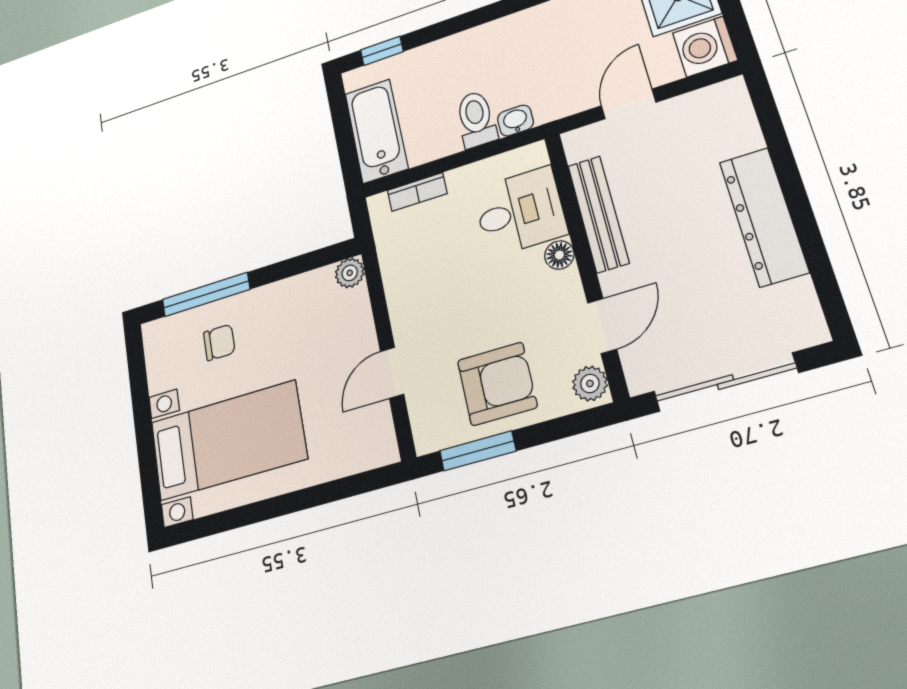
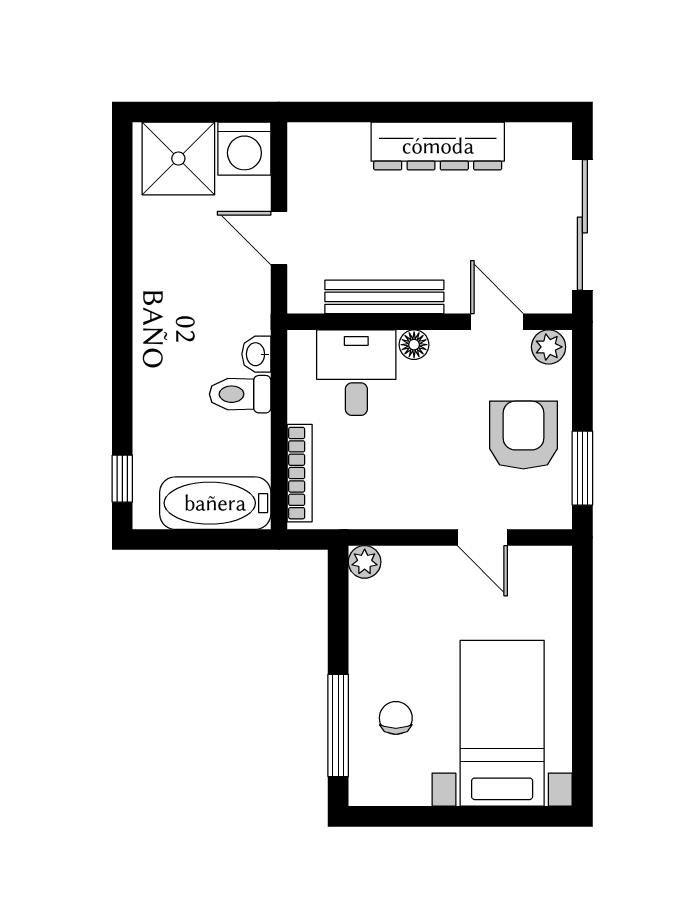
bookcase: (417, 192) -> (300, 473), width x1.56

